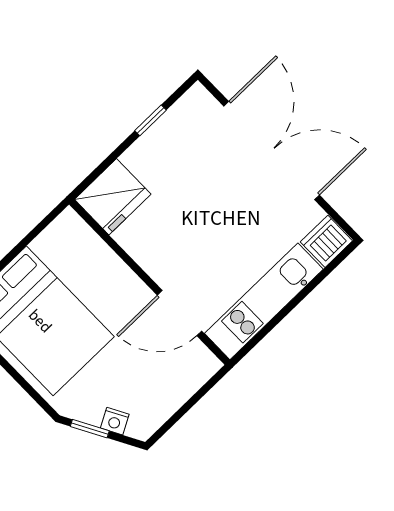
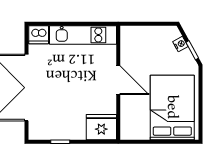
door: (180, 313) -> (118, 80), moved

